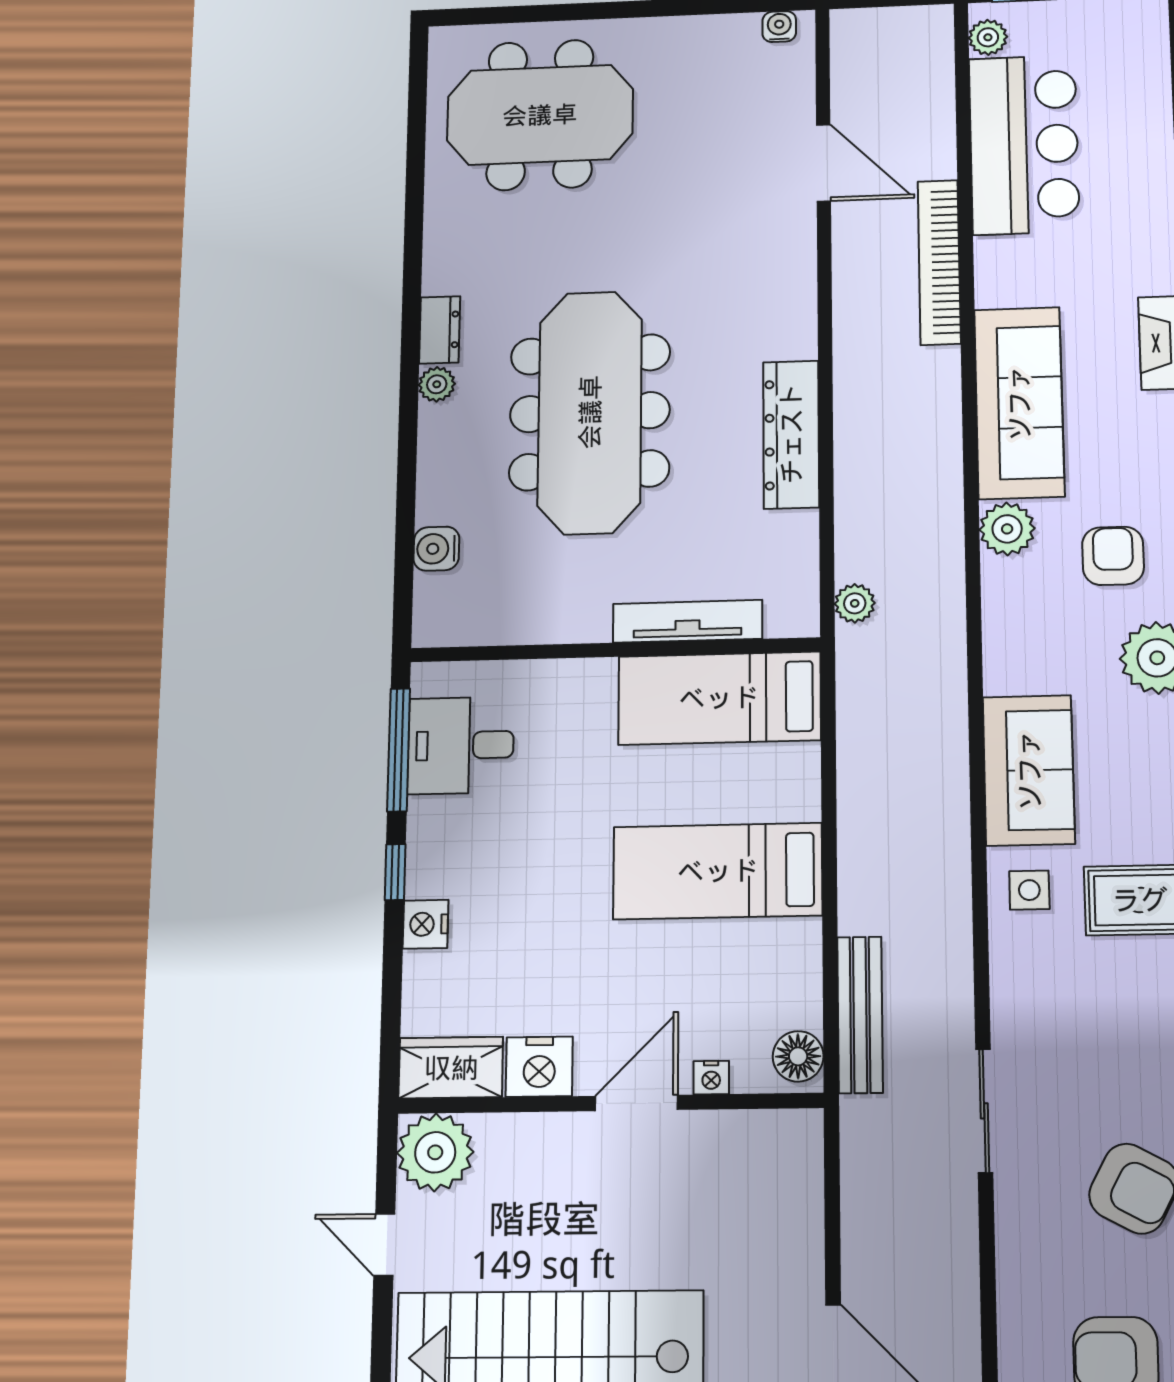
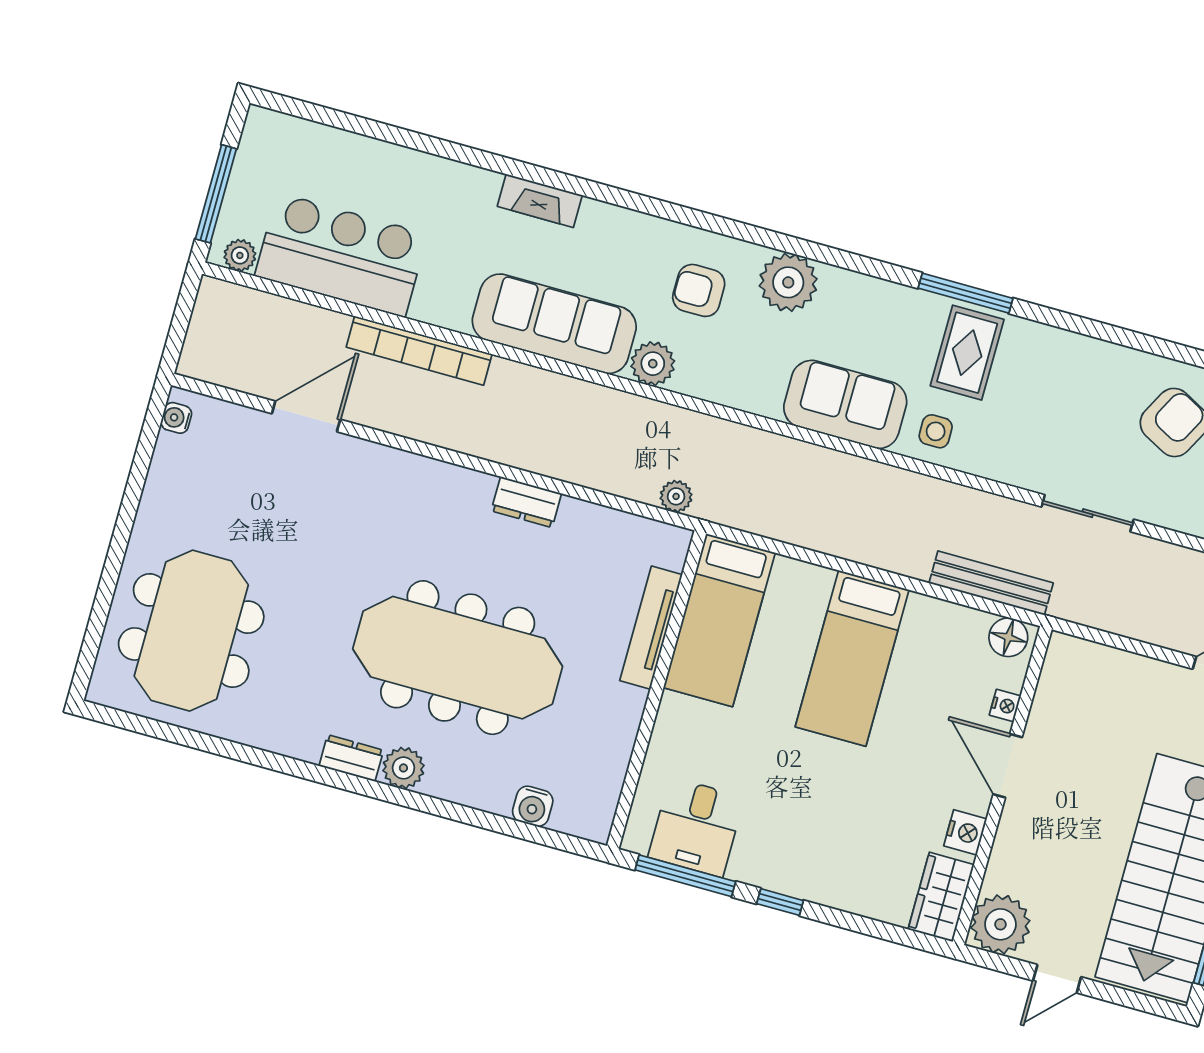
plant: (437, 384) -> (403, 768), width x1.38, depth x1.38
dresser: (791, 434) -> (526, 502), width x0.51, depth x0.80
nightstand: (426, 924) -> (827, 889), removed
nightstand: (539, 1067) -> (965, 832), width x0.74, depth x0.75

